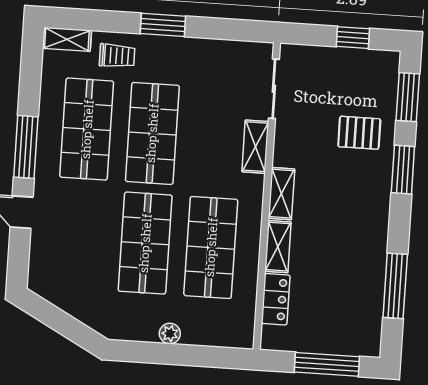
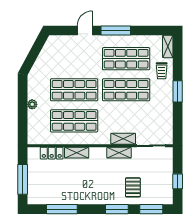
shelving: (282, 194) -> (119, 153), moved

